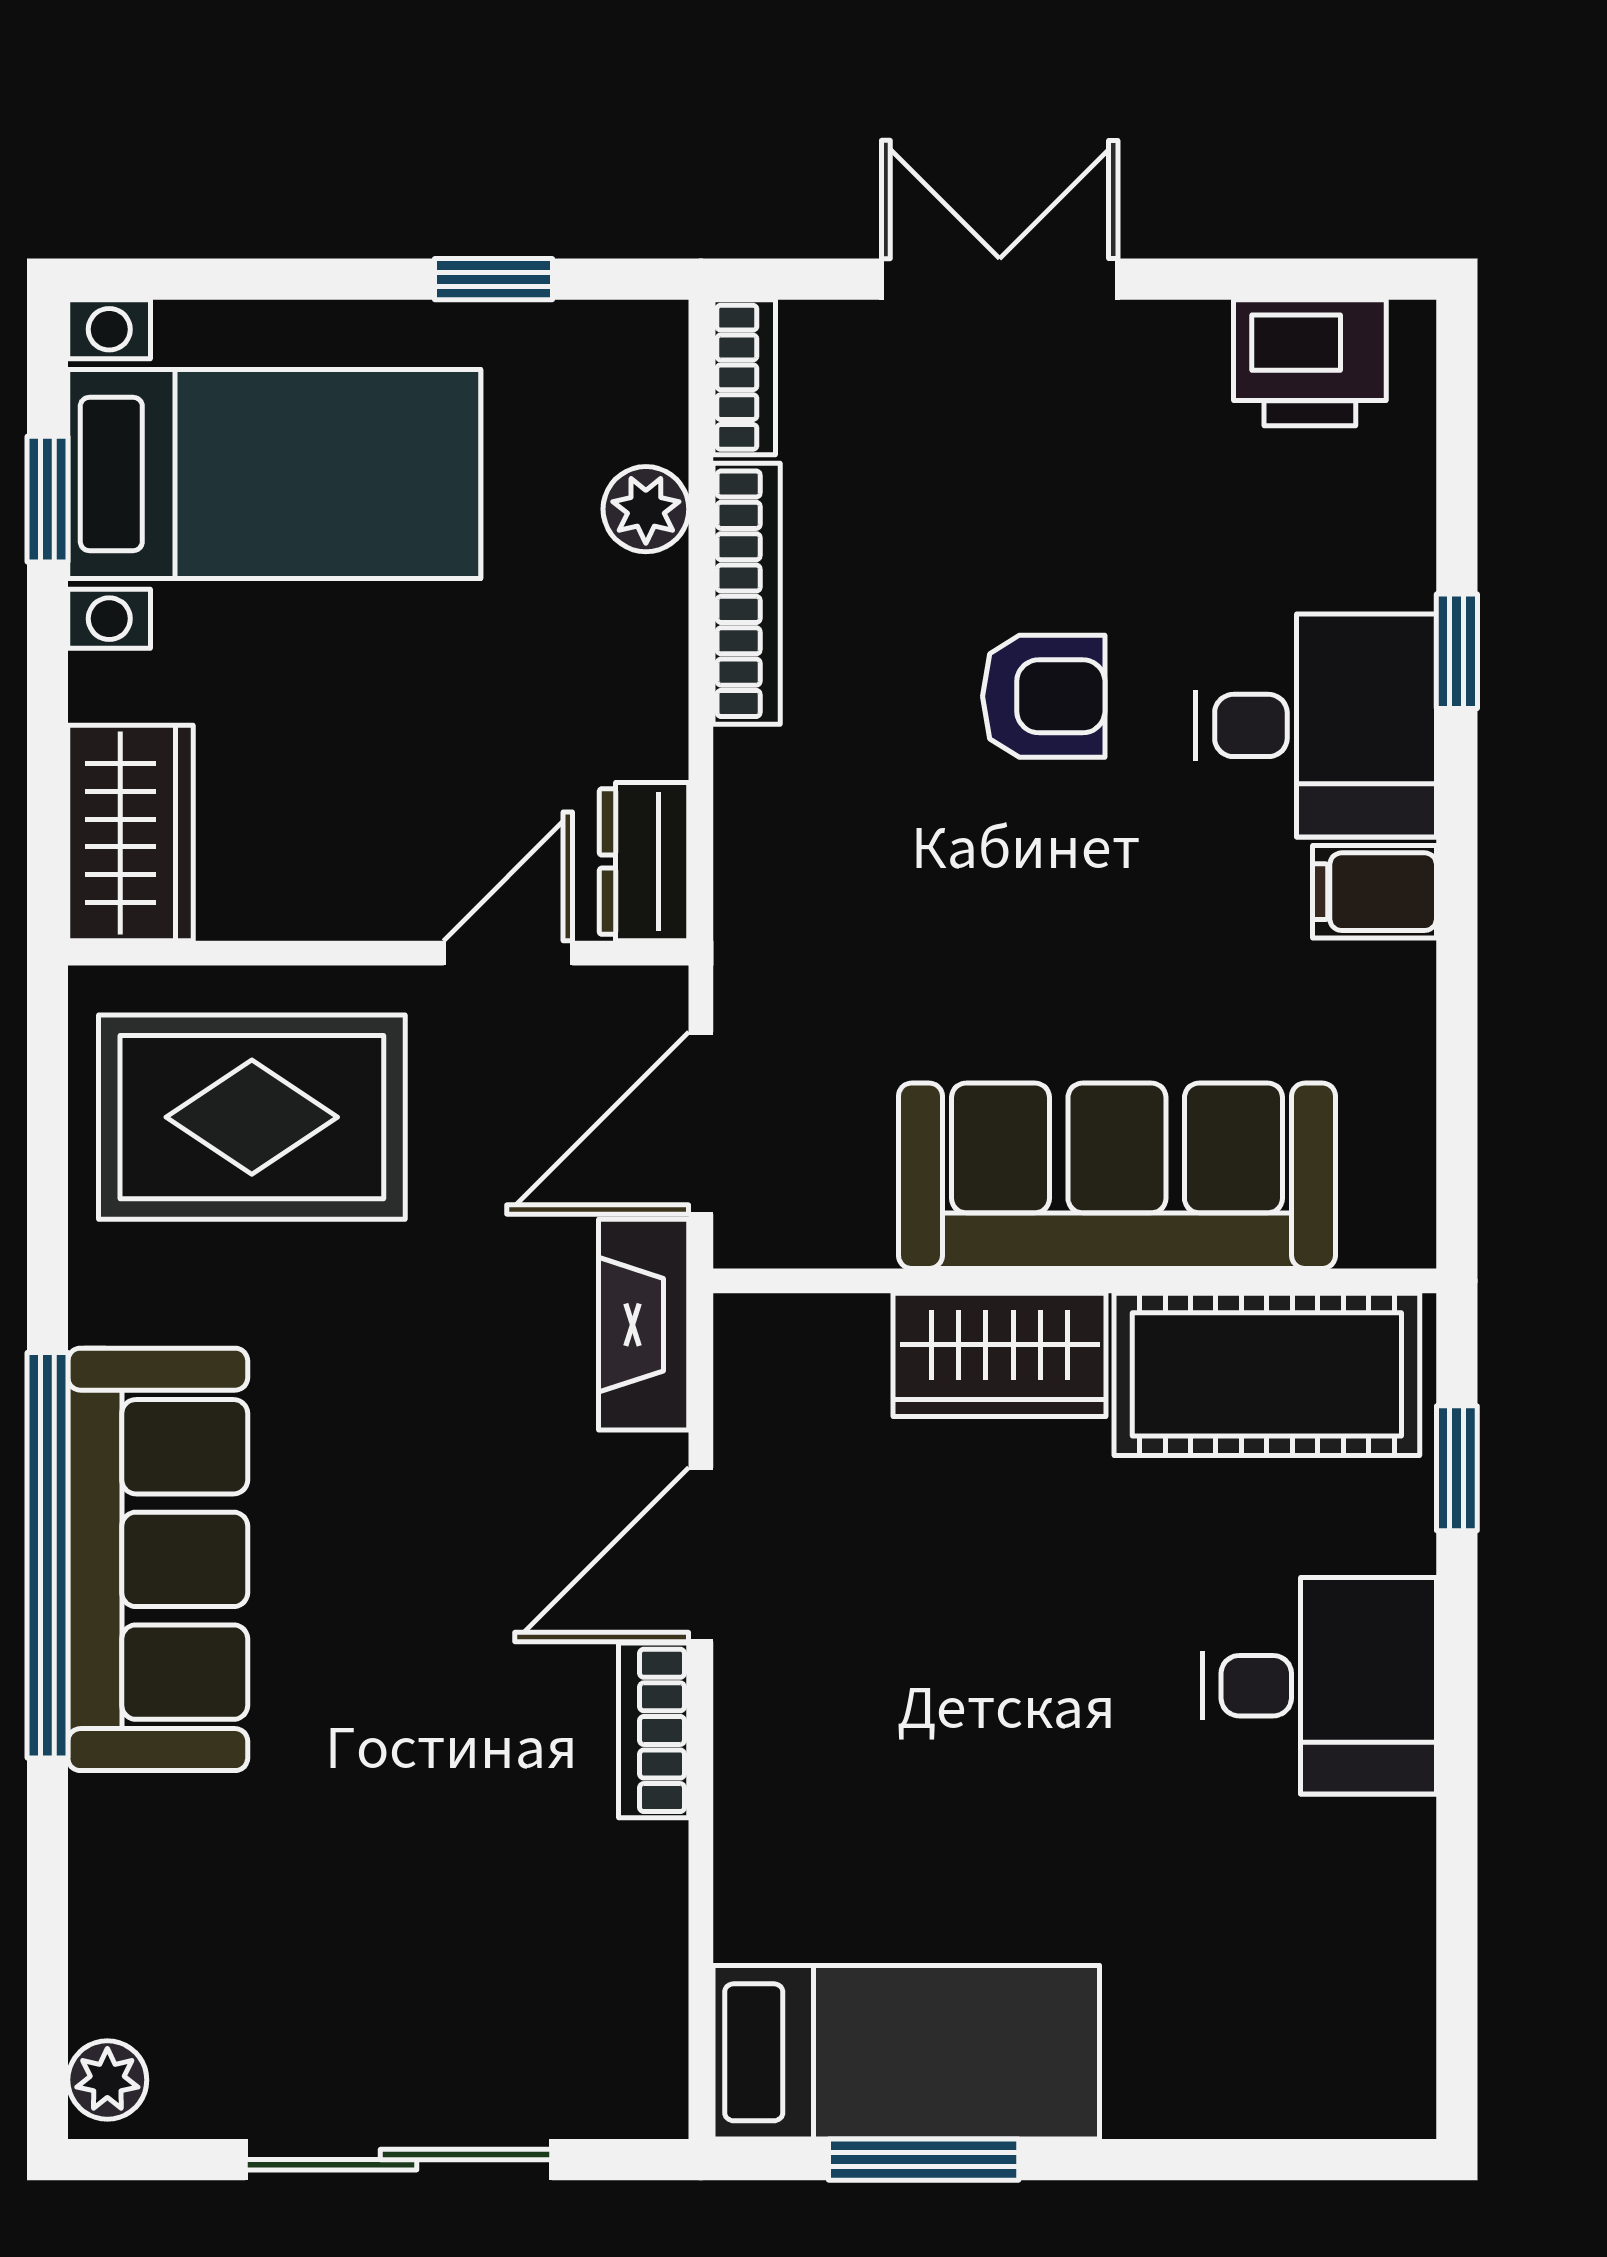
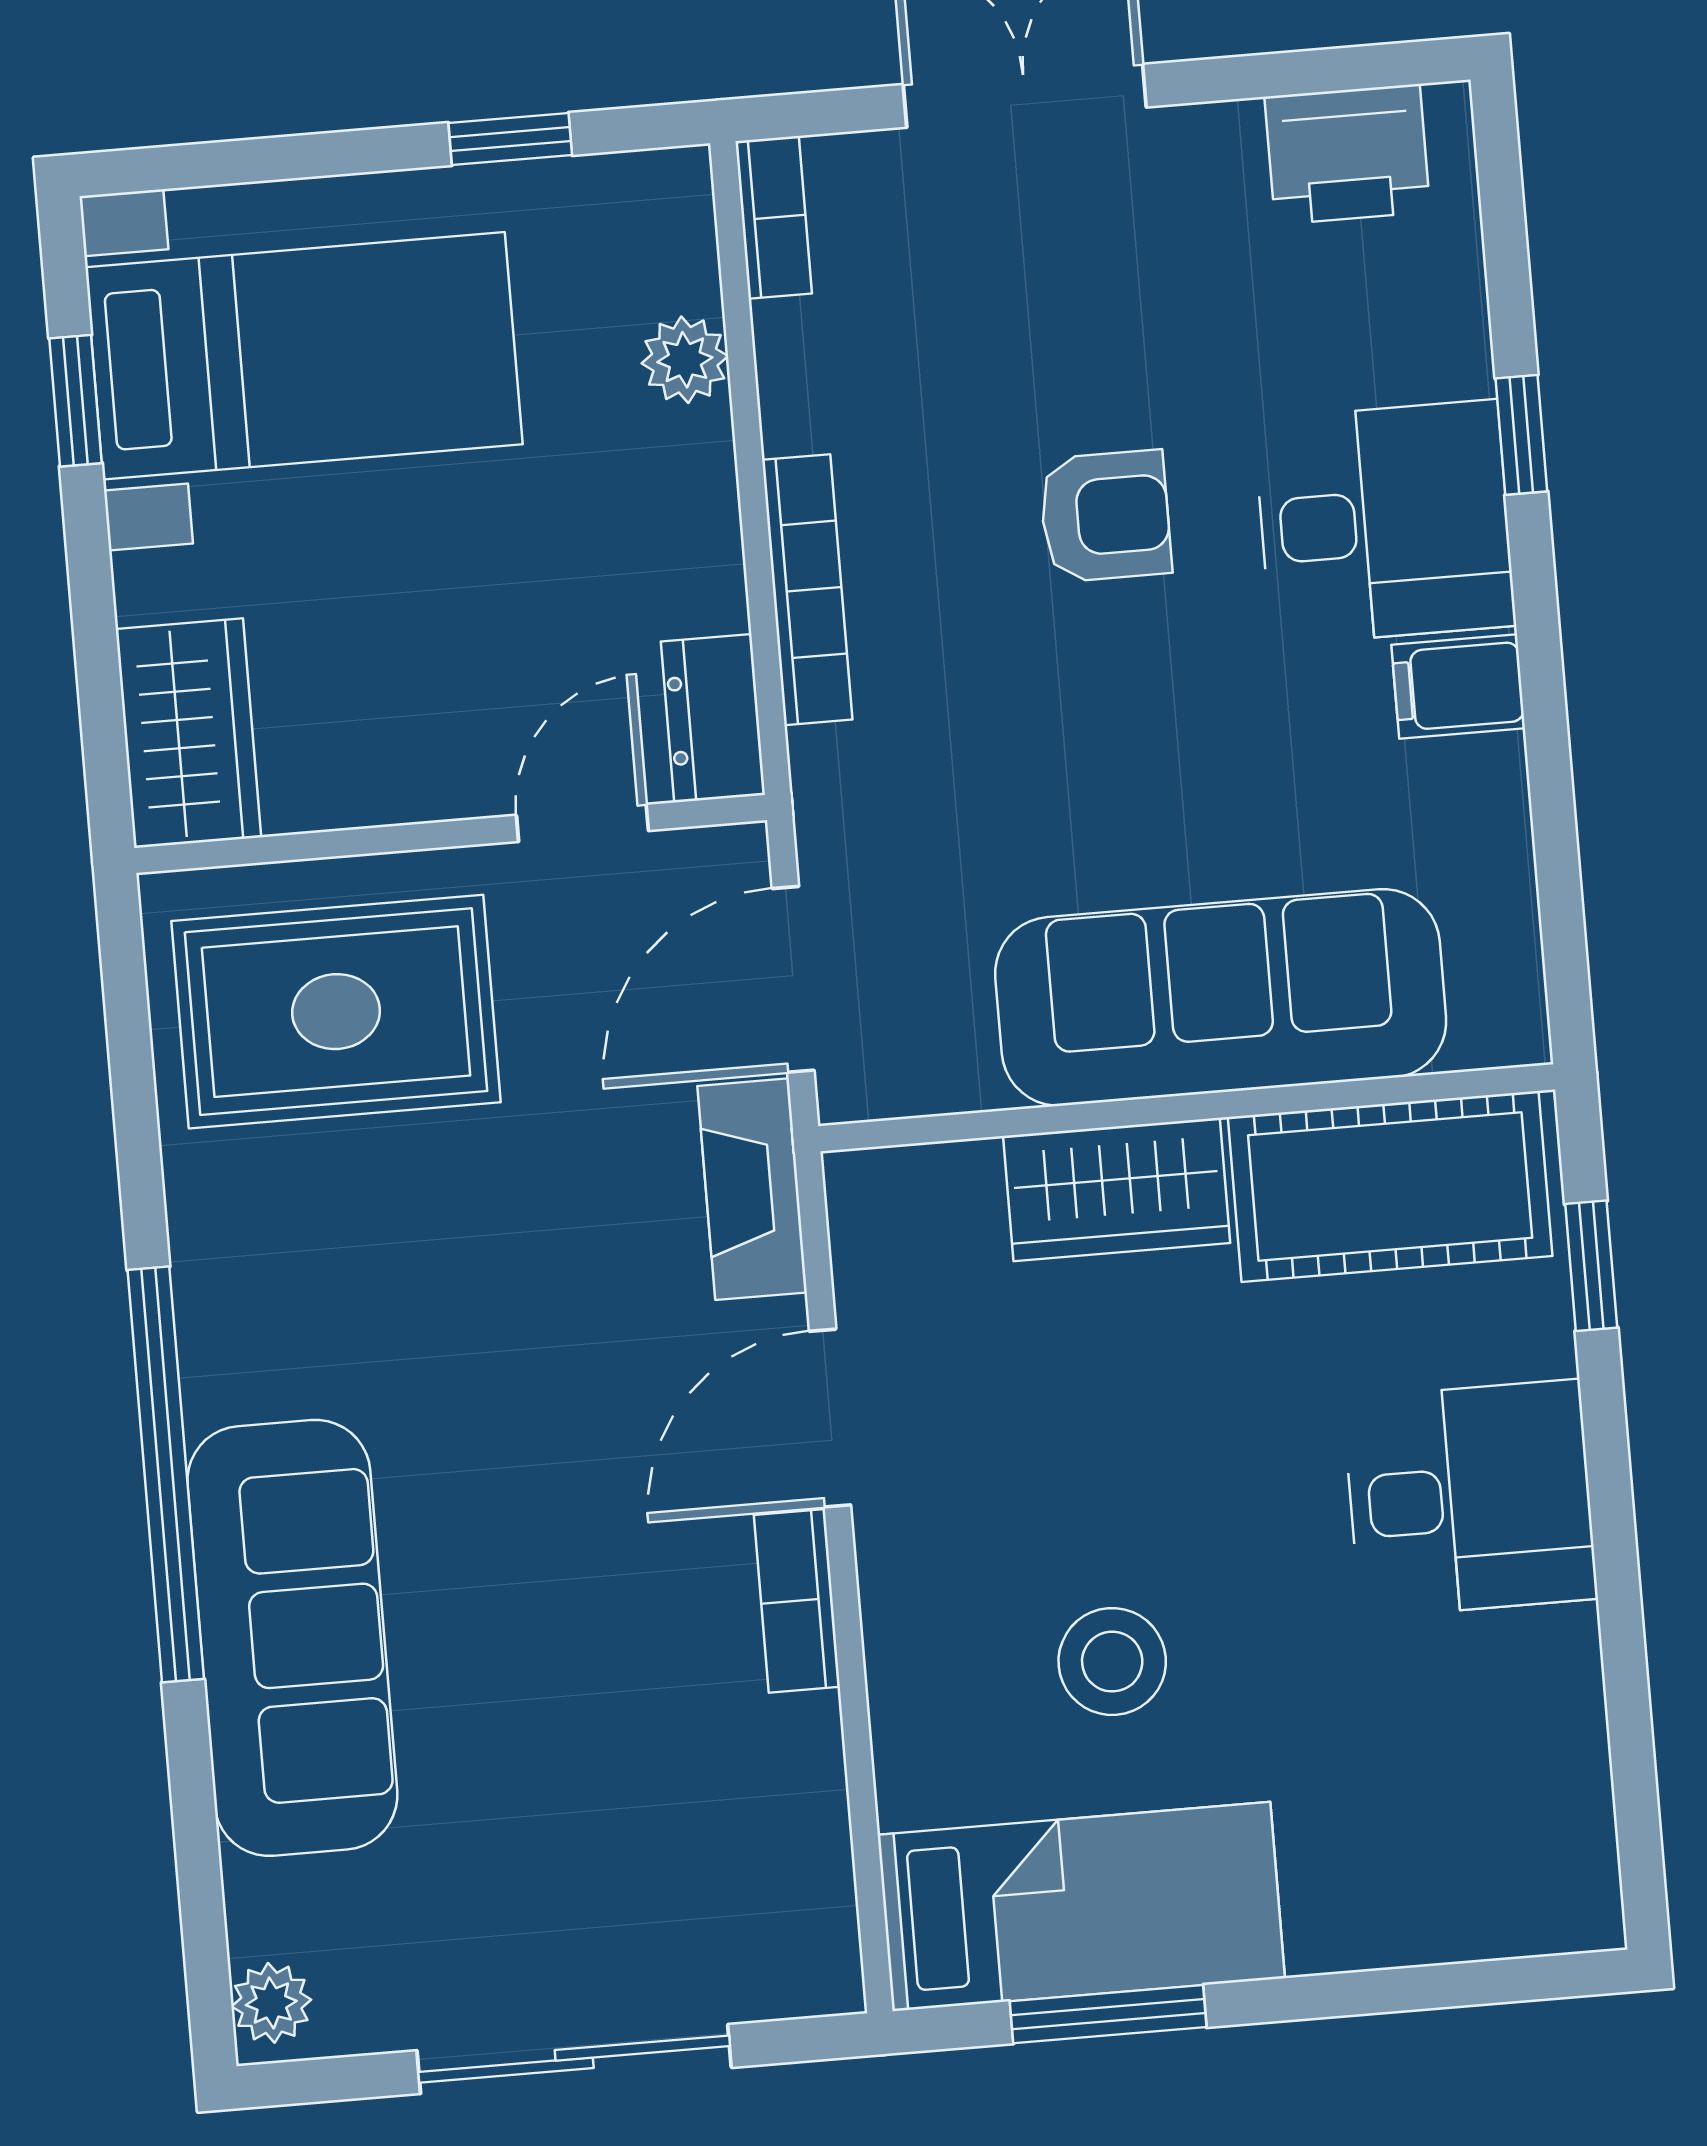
bookcase: (747, 594) -> (807, 590), moved
sofa: (158, 1559) -> (292, 1638), moved
stool: (957, 1816) -> (1112, 1662), added

